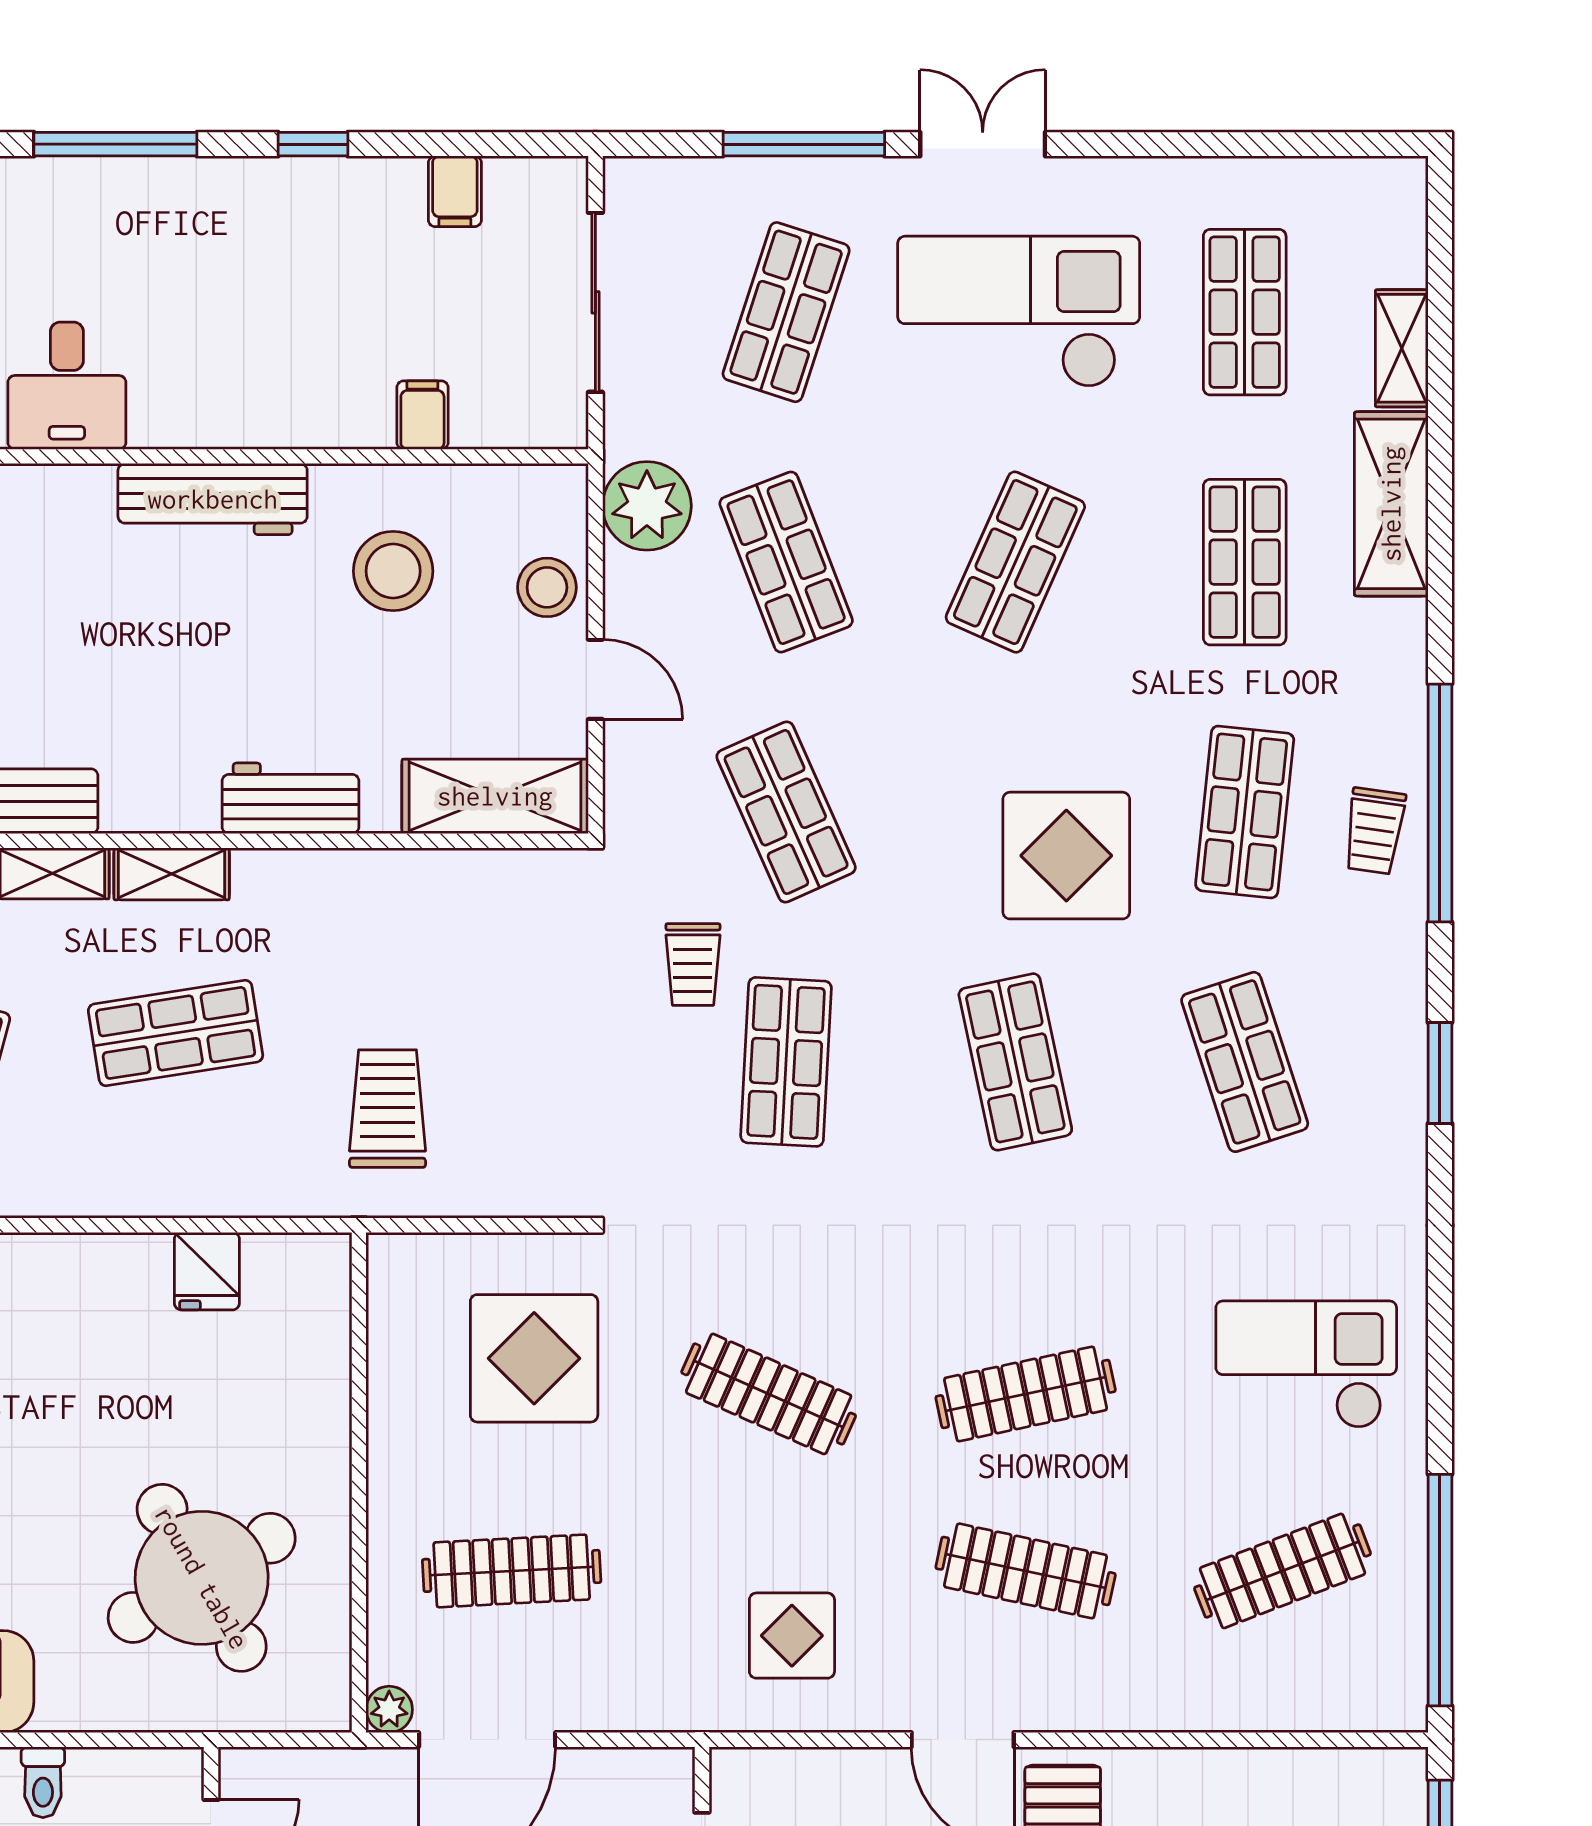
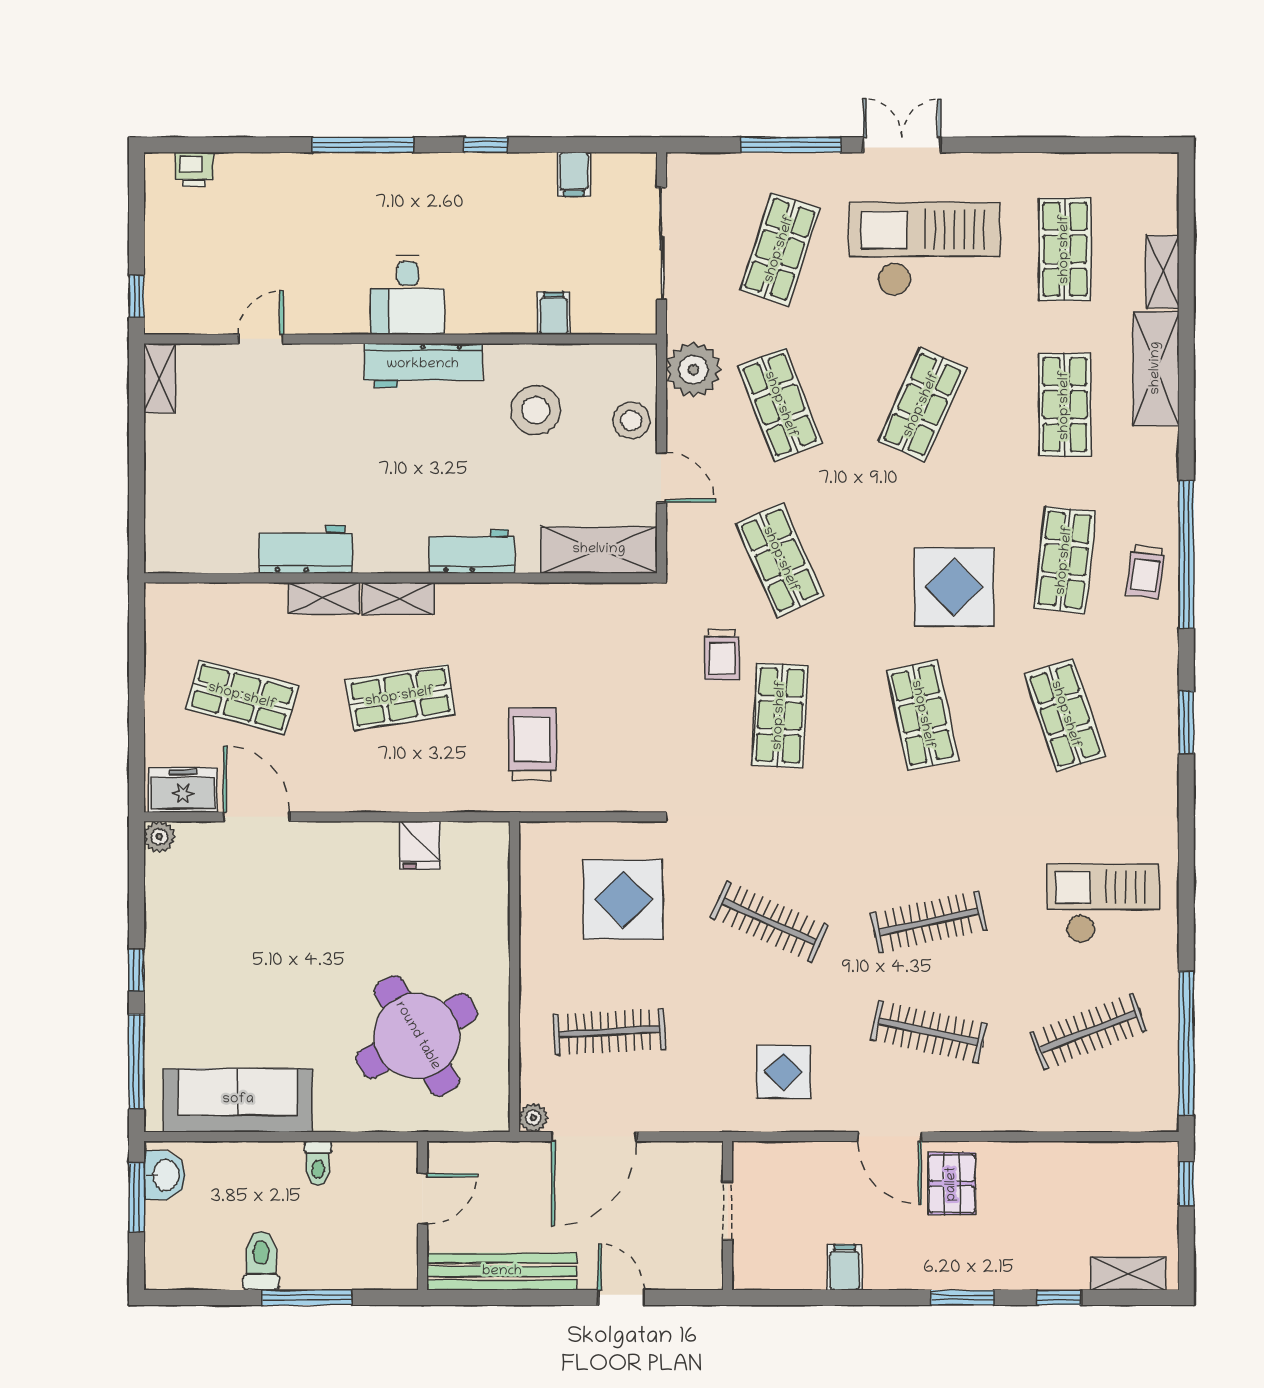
desk: (67, 386) -> (408, 295), moved

